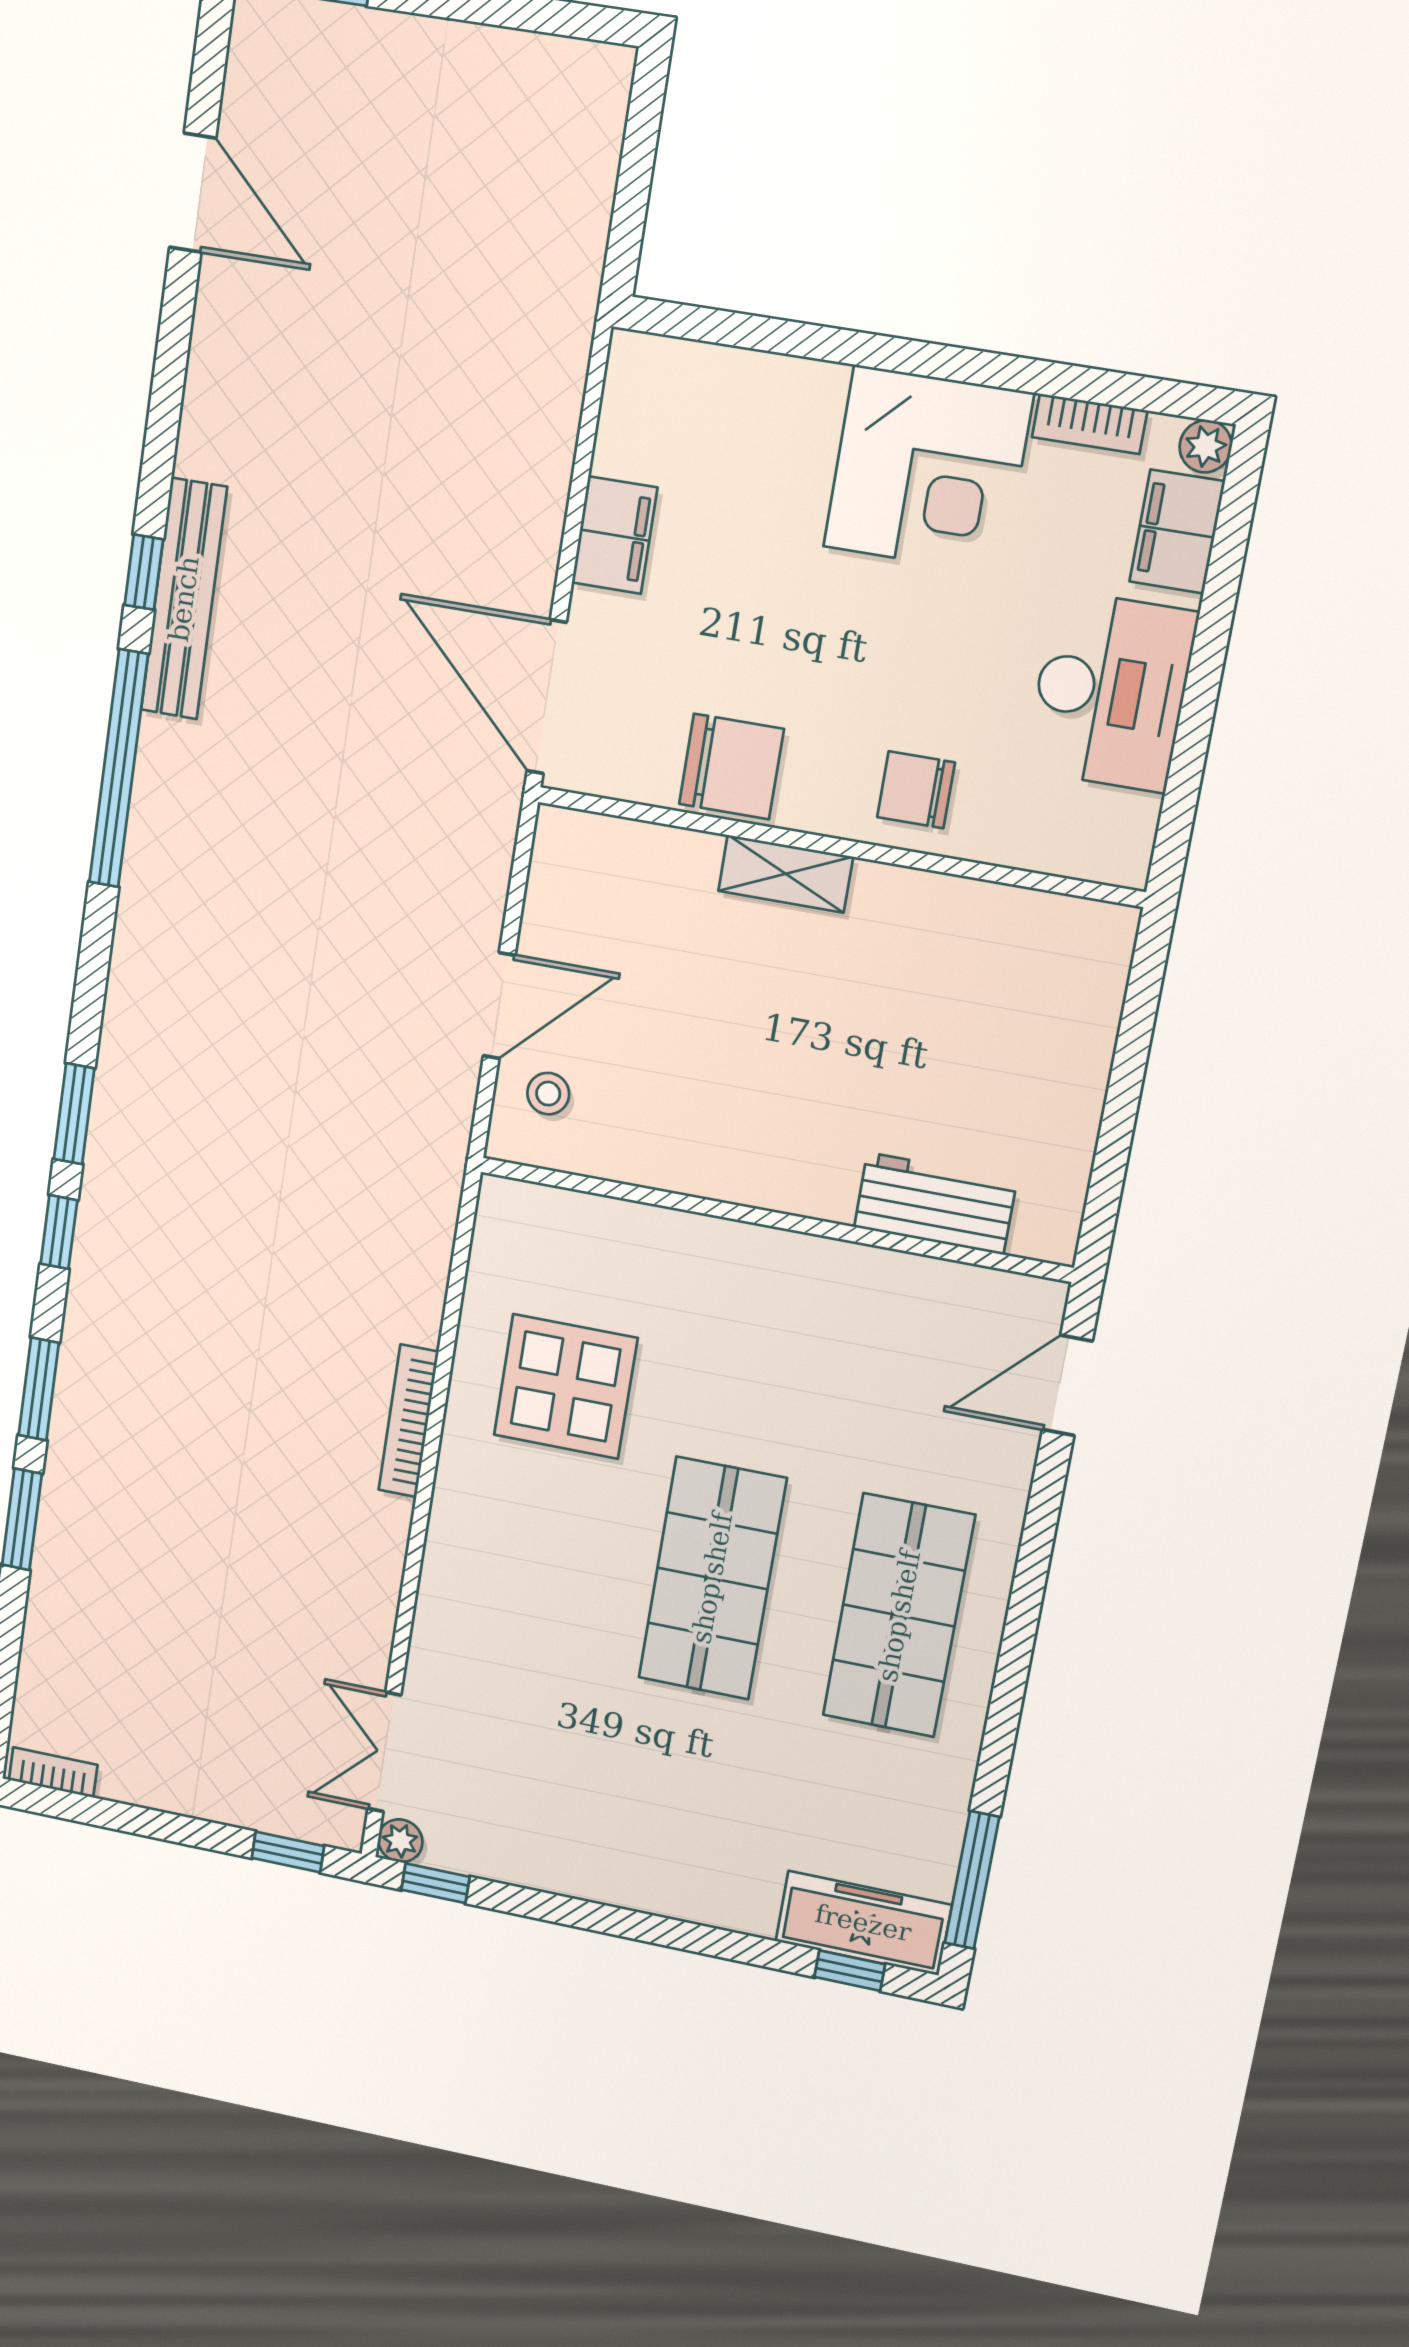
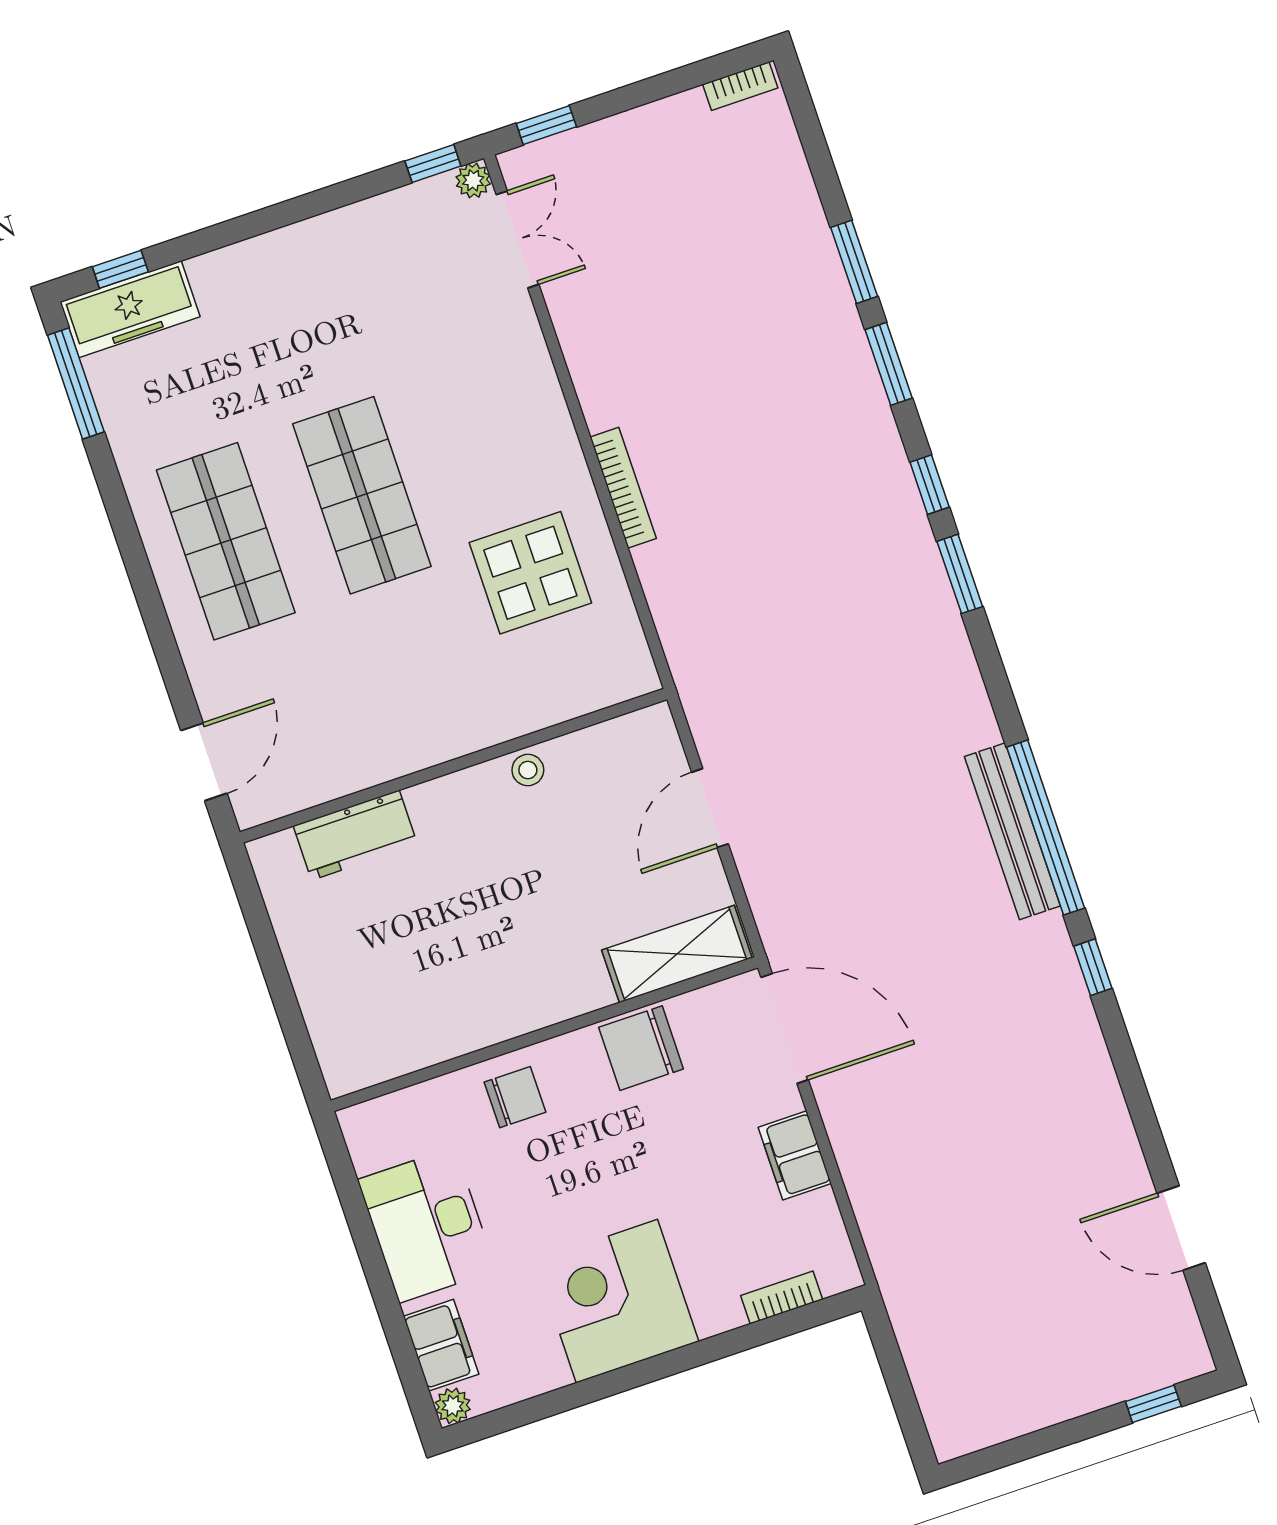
bookcase: (1090, 424) -> (782, 1298), moved
bench: (184, 599) -> (1012, 831), moved
shelving: (786, 874) -> (677, 954), moved, width x1.50, depth x1.33
stool: (548, 1094) -> (528, 770), moved

